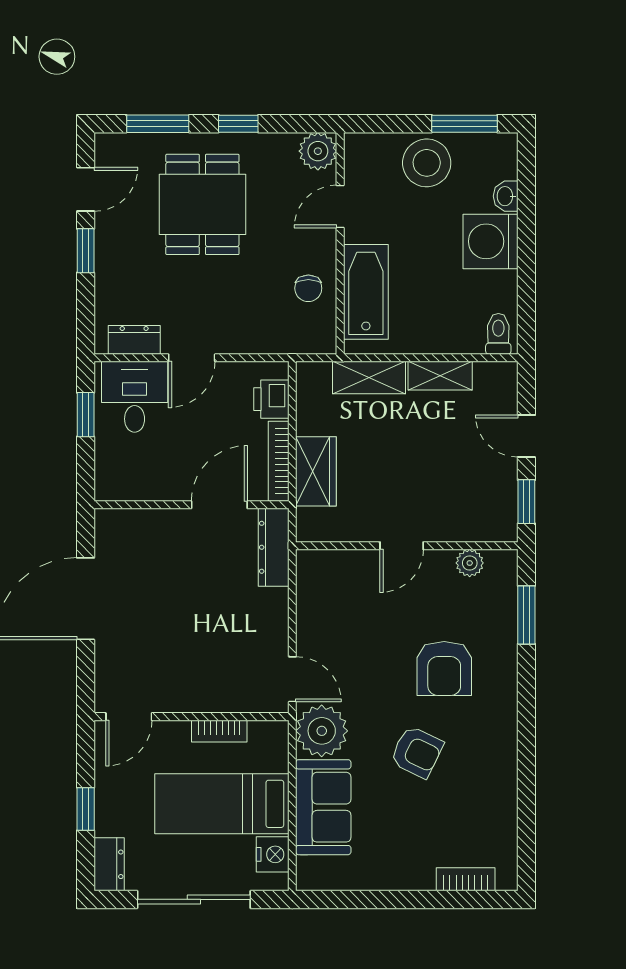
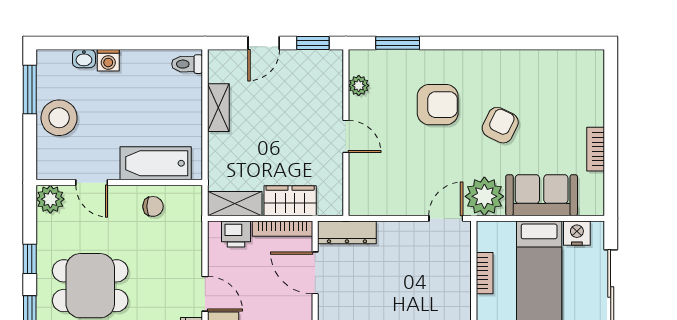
washing machine: (490, 241) -> (108, 60), width x0.53, depth x0.53
shelving: (369, 378) -> (235, 204), moved, turned 90
bookcase: (466, 879) -> (596, 149), moved

